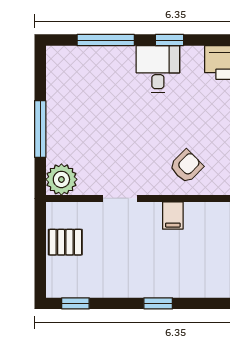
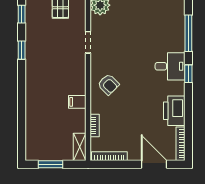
filing cabinet: (173, 216) -> (77, 102), moved
window: (158, 303) -> (22, 50), moved

